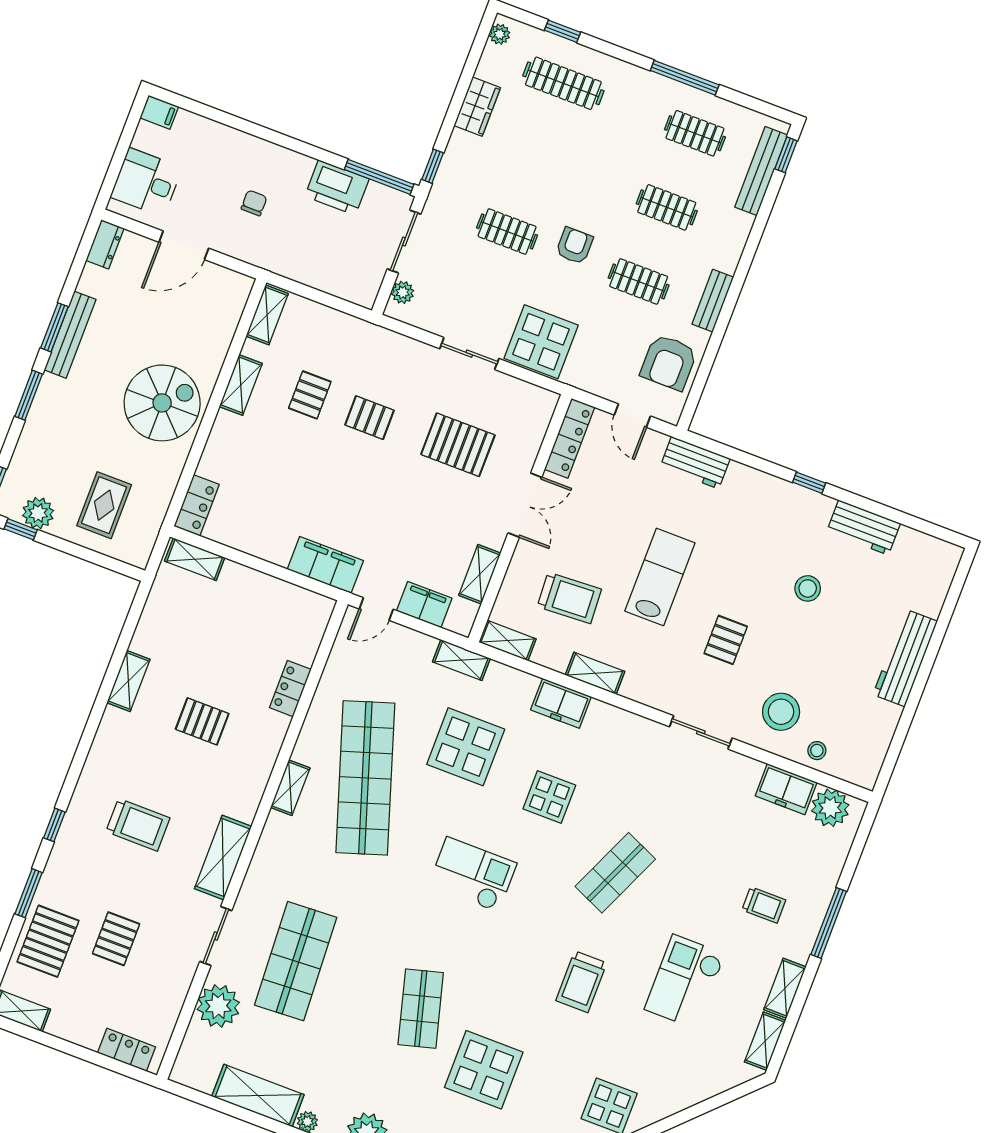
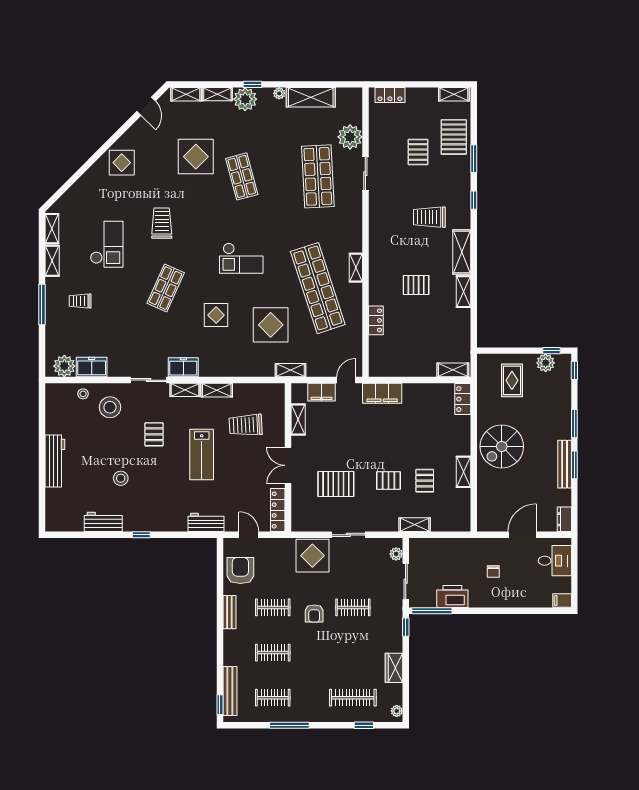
shelving: (267, 315) -> (415, 525), moved, turned 90
shelving: (507, 640) -> (185, 390), moved
freezer: (561, 703) -> (183, 367), moved
shelving: (223, 858) -> (462, 252), moved

